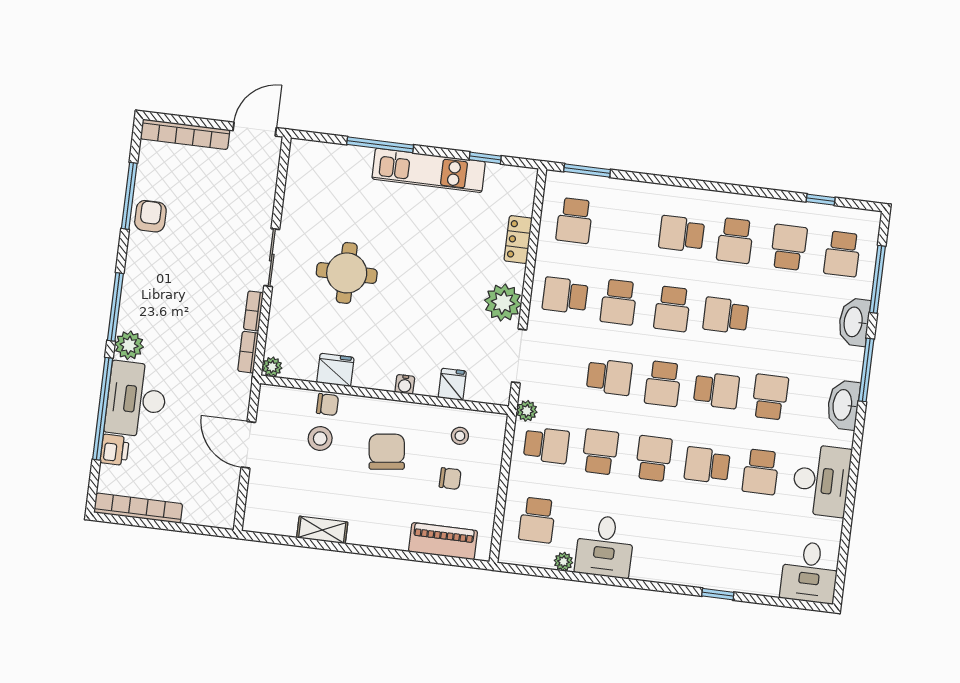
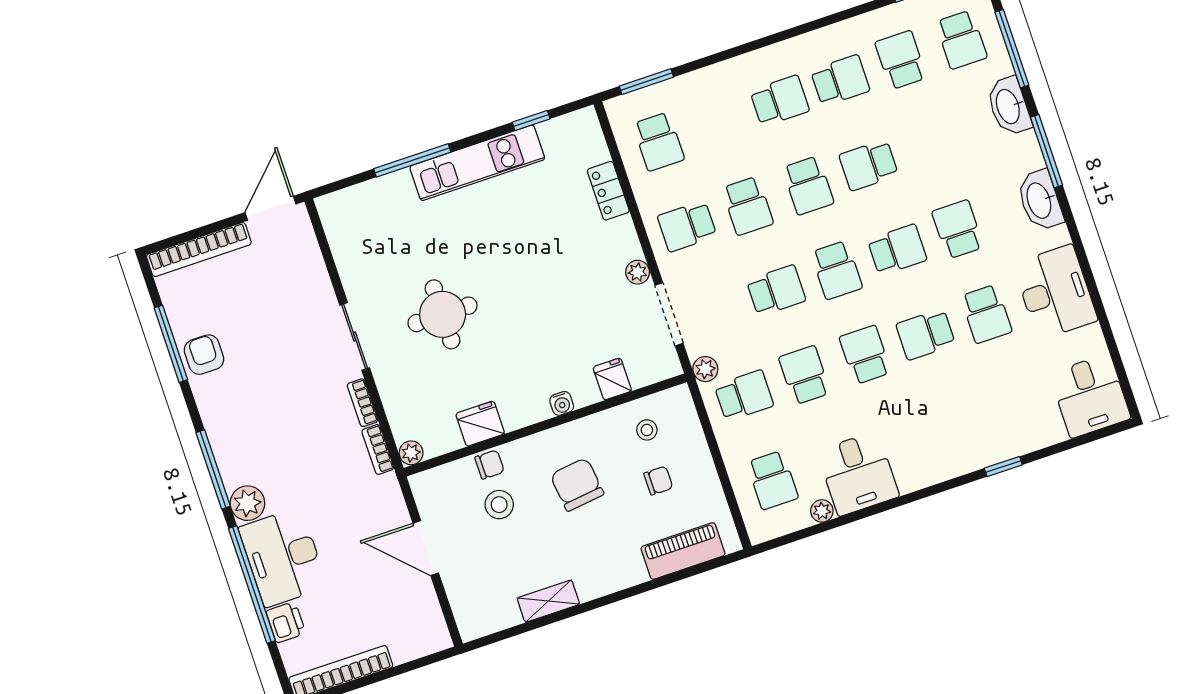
school desk: (682, 234) -> (780, 101), turned 180
school desk: (735, 241) -> (840, 80), turned -90
plant: (503, 302) -> (638, 272), width x0.53, depth x0.53

